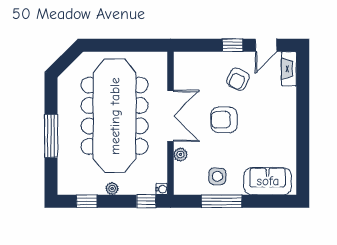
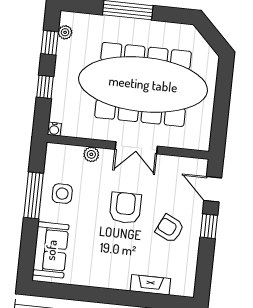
door: (266, 45) -> (213, 189), moved
fireplace: (289, 69) -> (150, 285), moved
double door: (171, 116) -> (136, 148), width x0.73
plant: (112, 189) -> (65, 32), moved
window: (146, 201) -> (45, 87), moved

